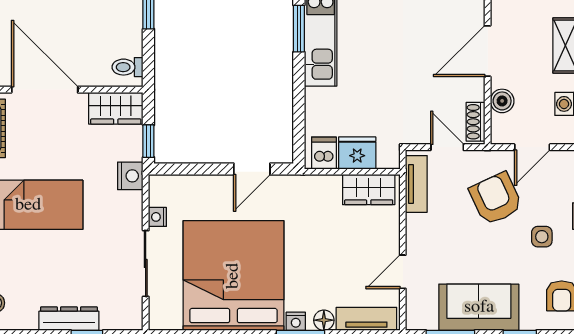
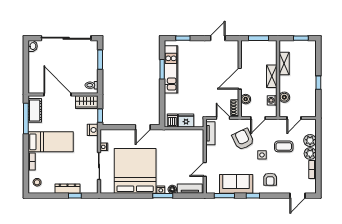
wardrobe: (369, 190) -> (191, 136), removed

